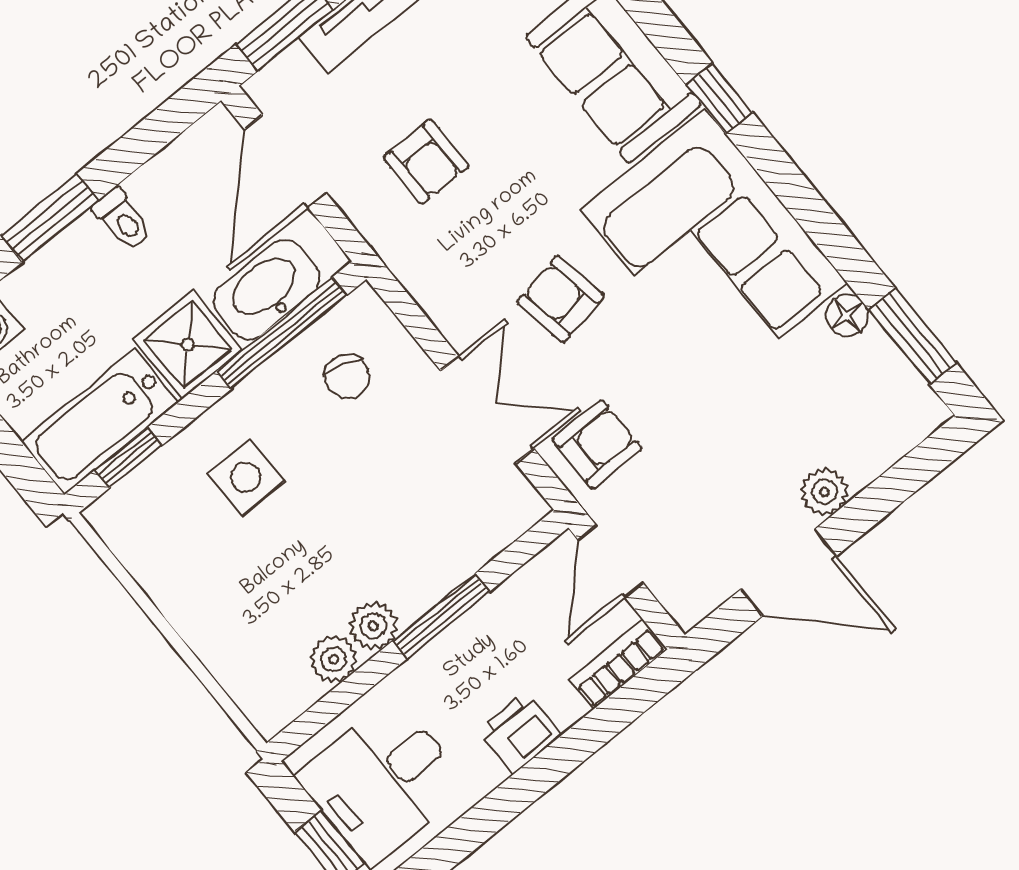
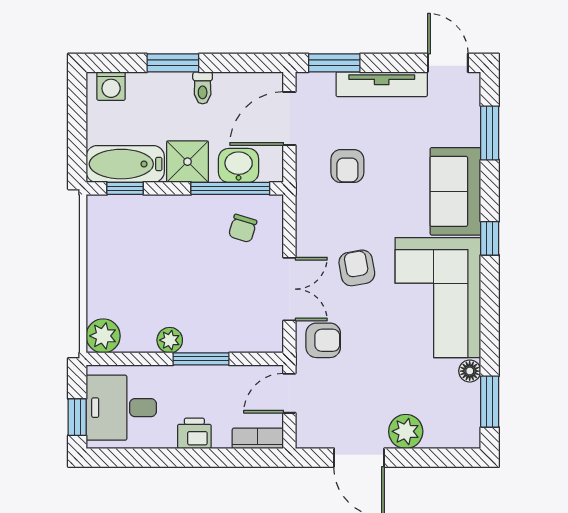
washbasin: (267, 290) -> (239, 165), width x0.72
side table: (246, 477) -> (167, 236), removed
plant: (824, 492) -> (406, 431), width x1.38, depth x1.38
plant: (334, 659) -> (103, 336), moved, width x1.38, depth x1.38

